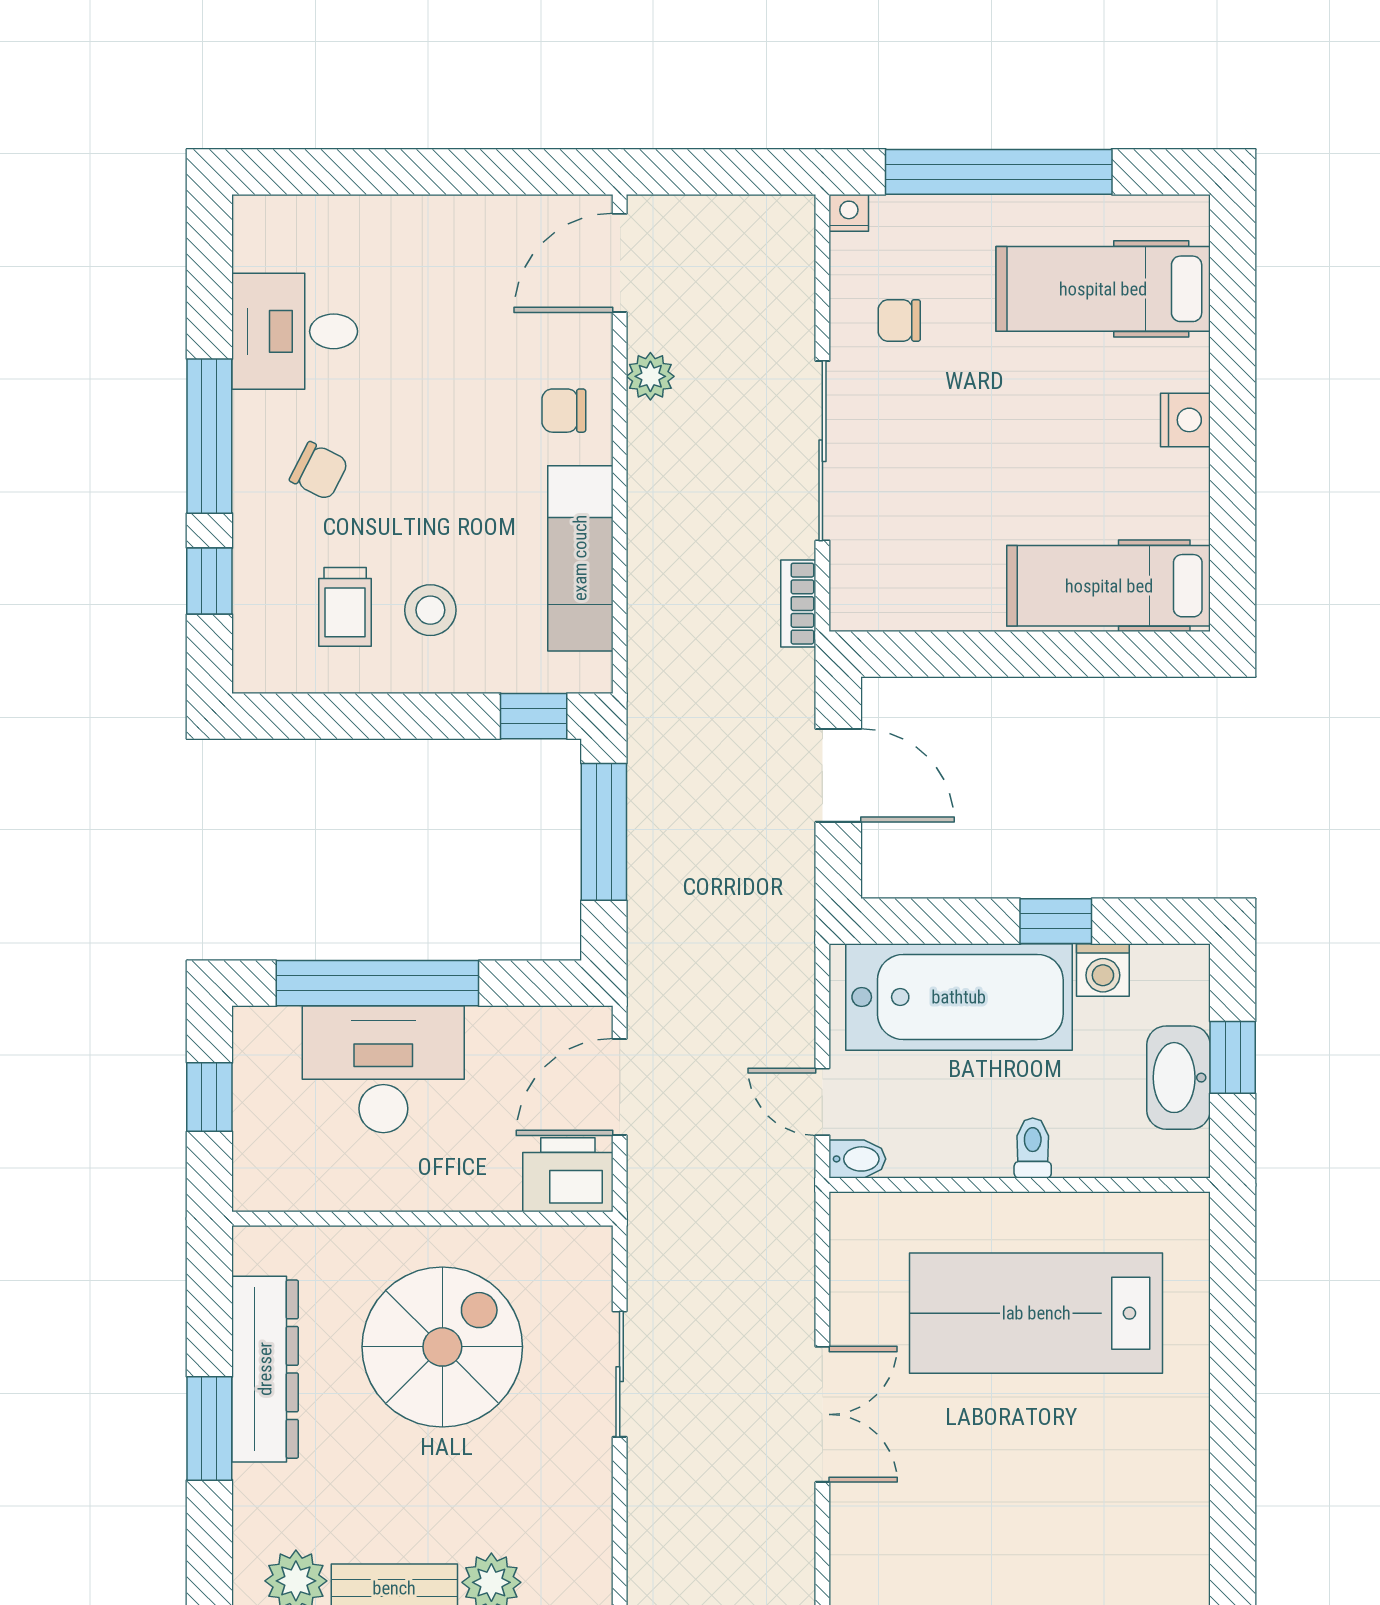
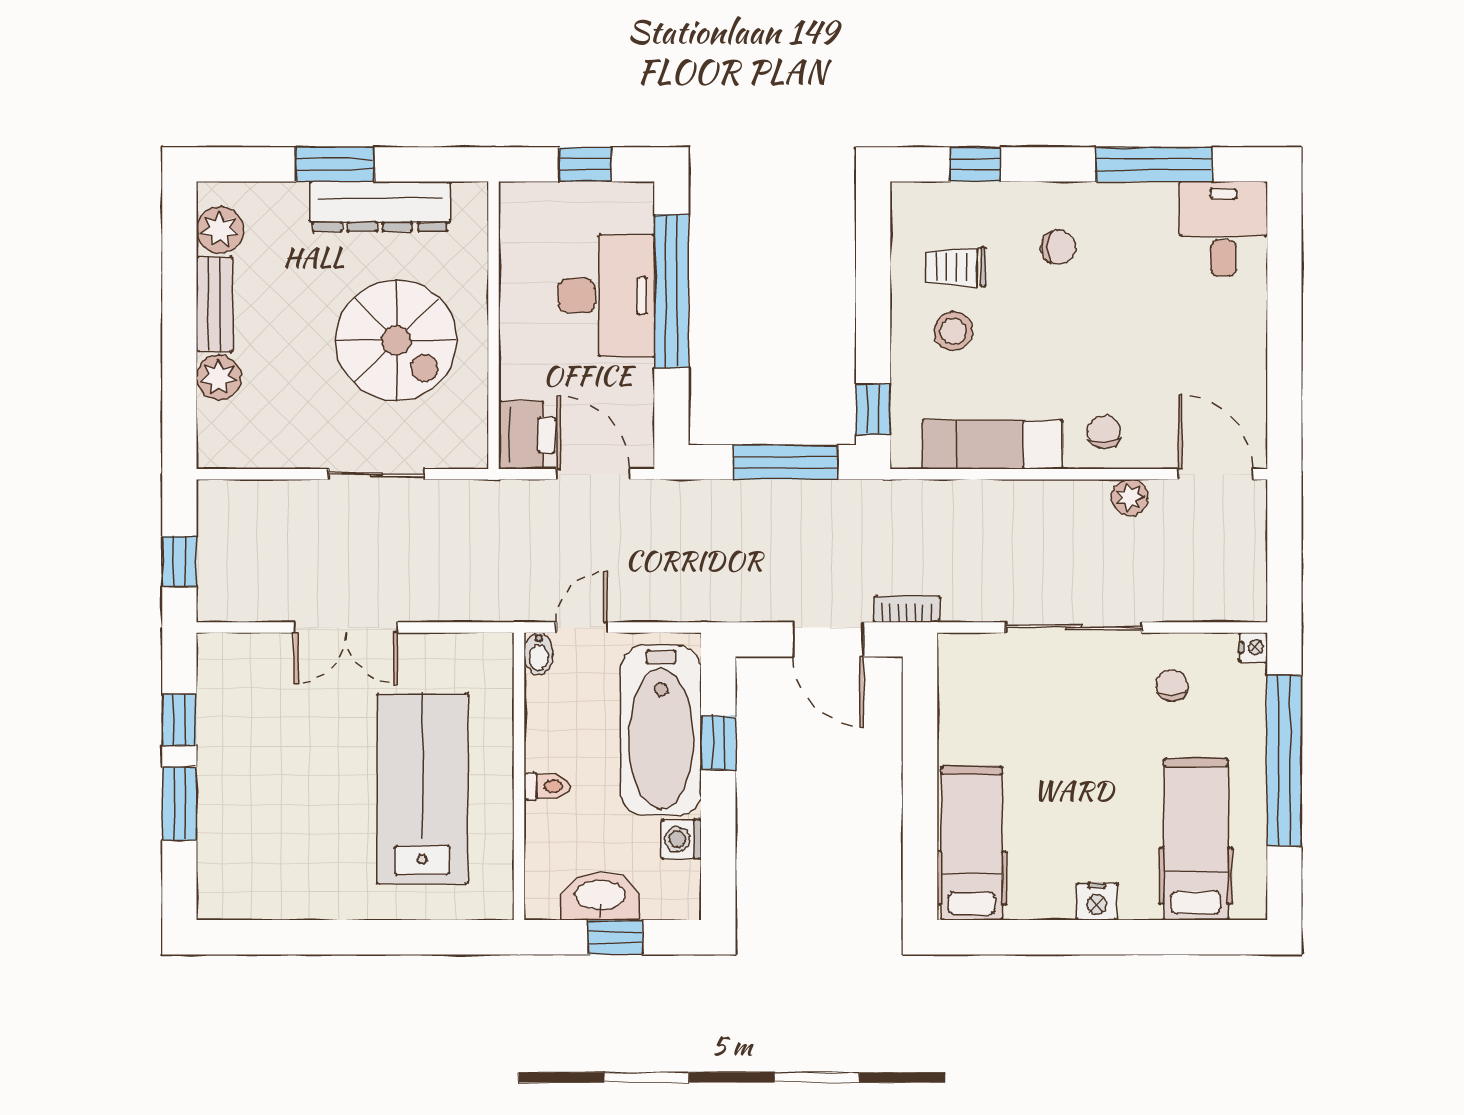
desk: (295, 331) -> (1223, 229), moved
window: (209, 436) -> (1154, 164), moved
chair: (319, 471) -> (1058, 247), turned -117
bookcase: (798, 604) -> (907, 609), moved
door: (838, 775) -> (828, 639), hinge flipped
window: (1056, 921) -> (718, 743), moved

